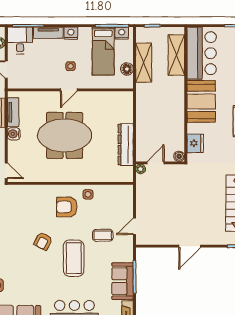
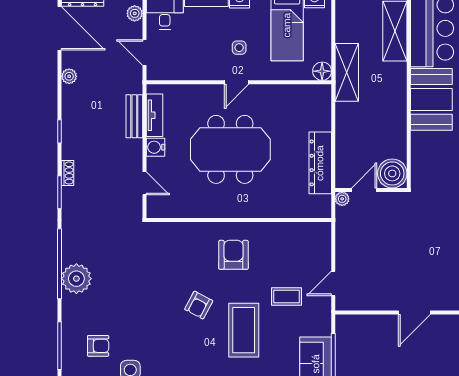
shelving: (144, 63) -> (347, 72), moved
floor lamp: (127, 69) -> (322, 71), moved
fridge: (195, 143) -> (422, 161), removed
boiler: (179, 156) -> (392, 173), width x1.86, depth x1.86
door: (6, 171) -> (145, 183), moved
side table: (88, 194) -> (265, 236), removed
armchair: (67, 207) -> (233, 255), turned 90

